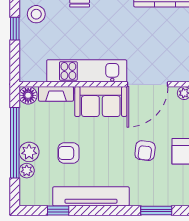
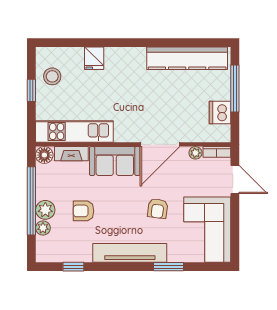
kitchen unit: (87, 71) -> (74, 131), moved
tv unit: (91, 196) -> (130, 253), moved

